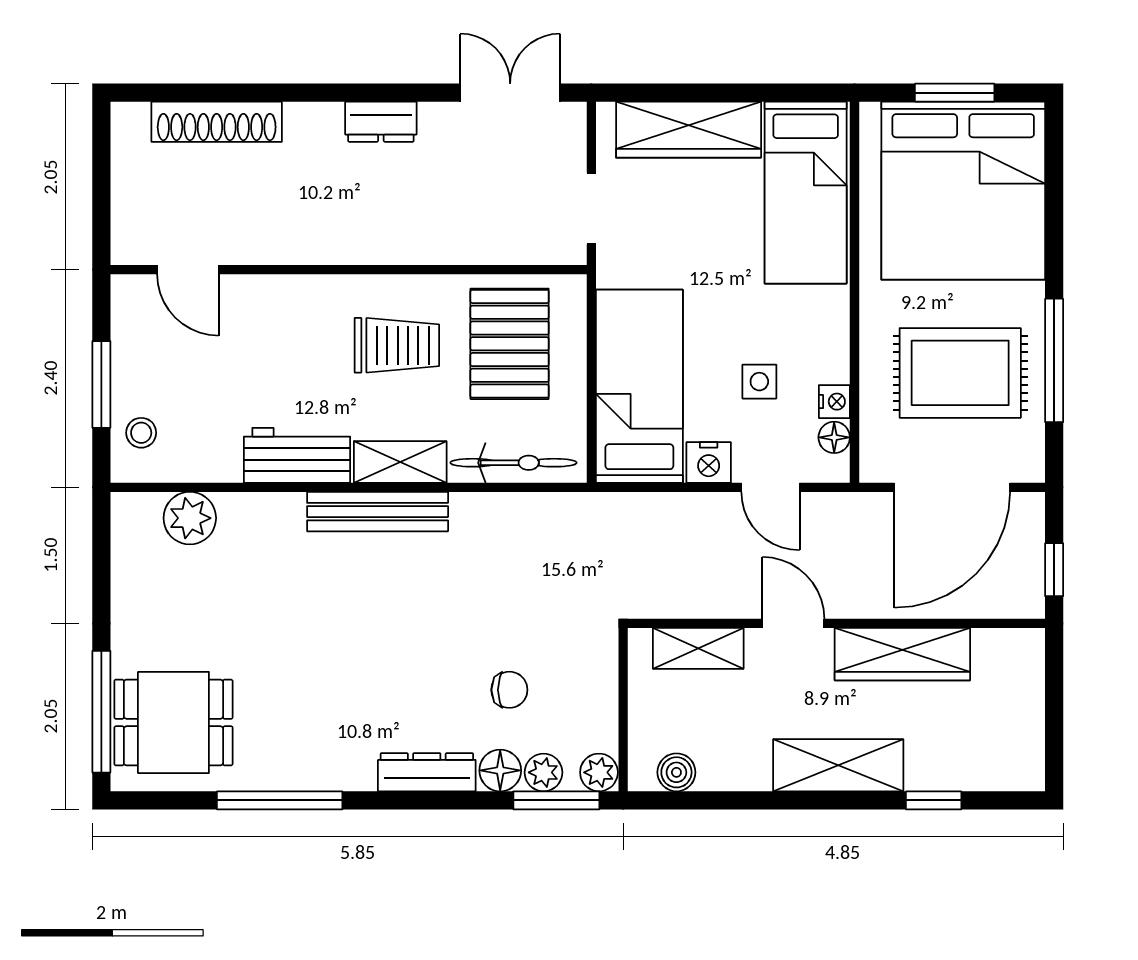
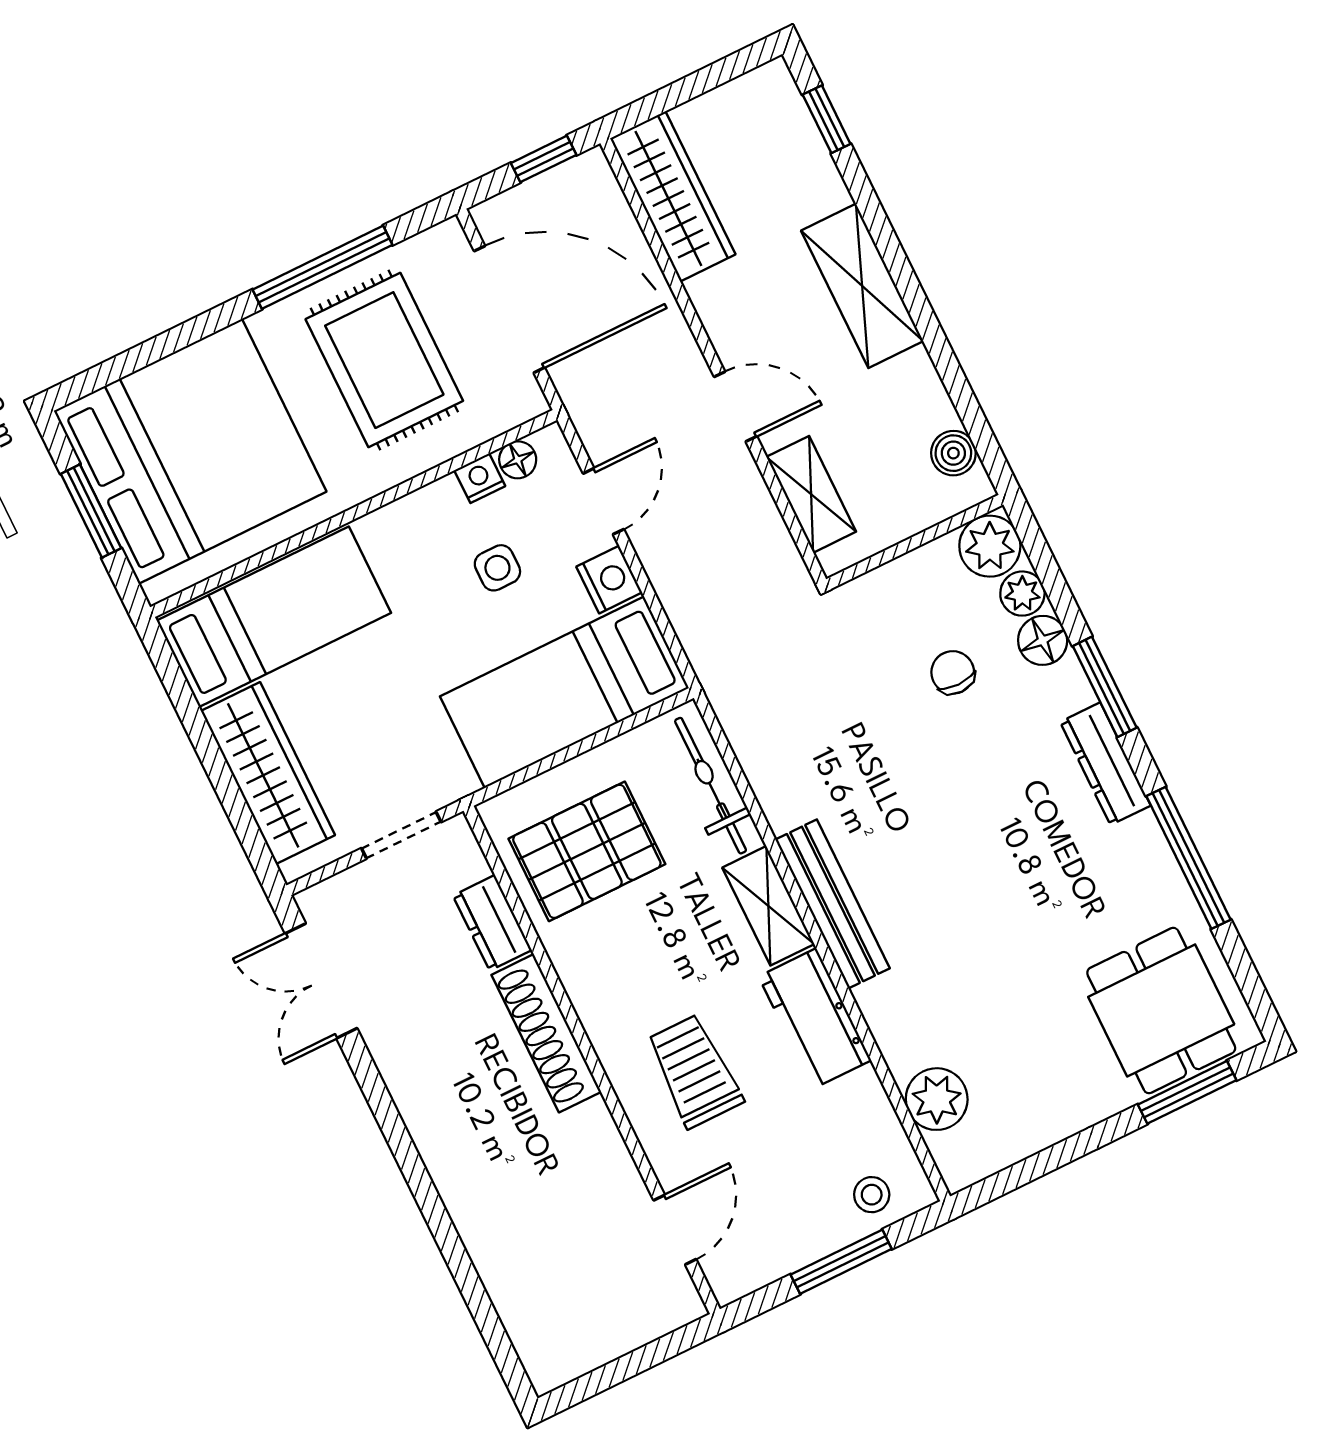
shoe rack: (217, 122) -> (546, 1033), moved, turned 180
dresser: (381, 122) -> (492, 923), moved, turned 180
trolley: (397, 345) -> (694, 1071), moved
door: (793, 623) -> (735, 407), swing flipped
wardrobe: (902, 654) -> (673, 196), moved
window: (101, 712) -> (1187, 1092), width x0.69
dresser: (427, 772) -> (1105, 764), moved
plant: (599, 772) -> (990, 546), width x1.38, depth x1.38
window: (556, 800) -> (1105, 687), moved
window: (934, 800) -> (827, 119), moved

